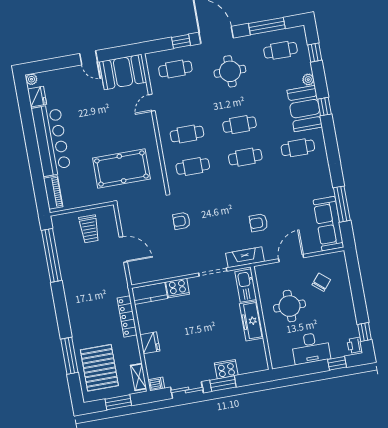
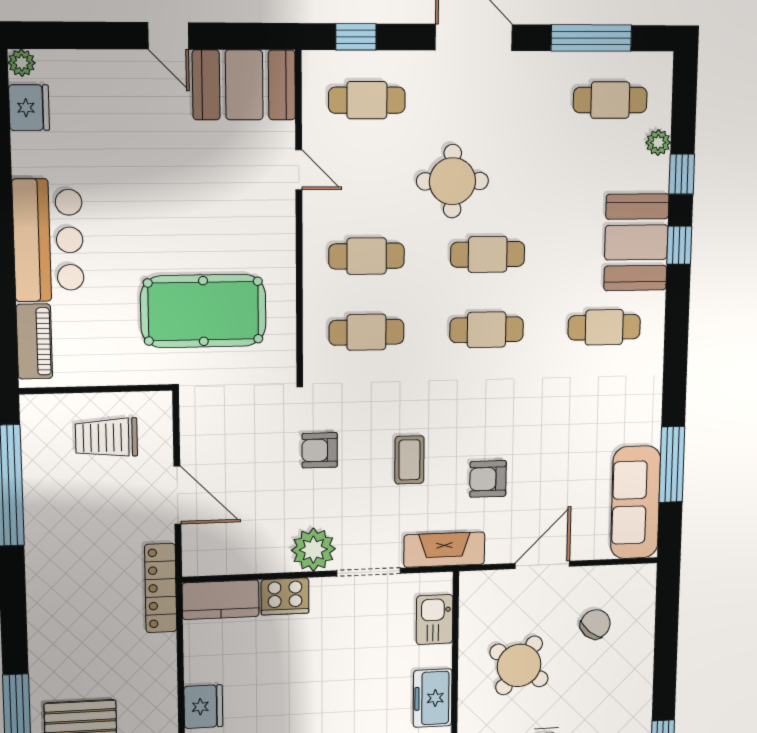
window: (181, 41) -> (356, 37), moved
window: (315, 52) -> (682, 174), moved
round table: (230, 71) -> (452, 181), moved
plant: (308, 80) -> (658, 143), moved
door: (152, 103) -> (299, 170), swing flipped
bar counter: (51, 140) -> (48, 240), width x0.73
coffee table: (222, 219) -> (409, 460), added
trolley: (89, 229) -> (106, 438), turned 90
plant: (186, 265) -> (313, 550), added
kitchen sink: (246, 286) -> (435, 620), width x0.73
round table: (290, 306) -> (519, 665), turned 35
locker: (127, 316) -> (161, 588), moved
freezer: (252, 321) -> (433, 698), width x0.71

